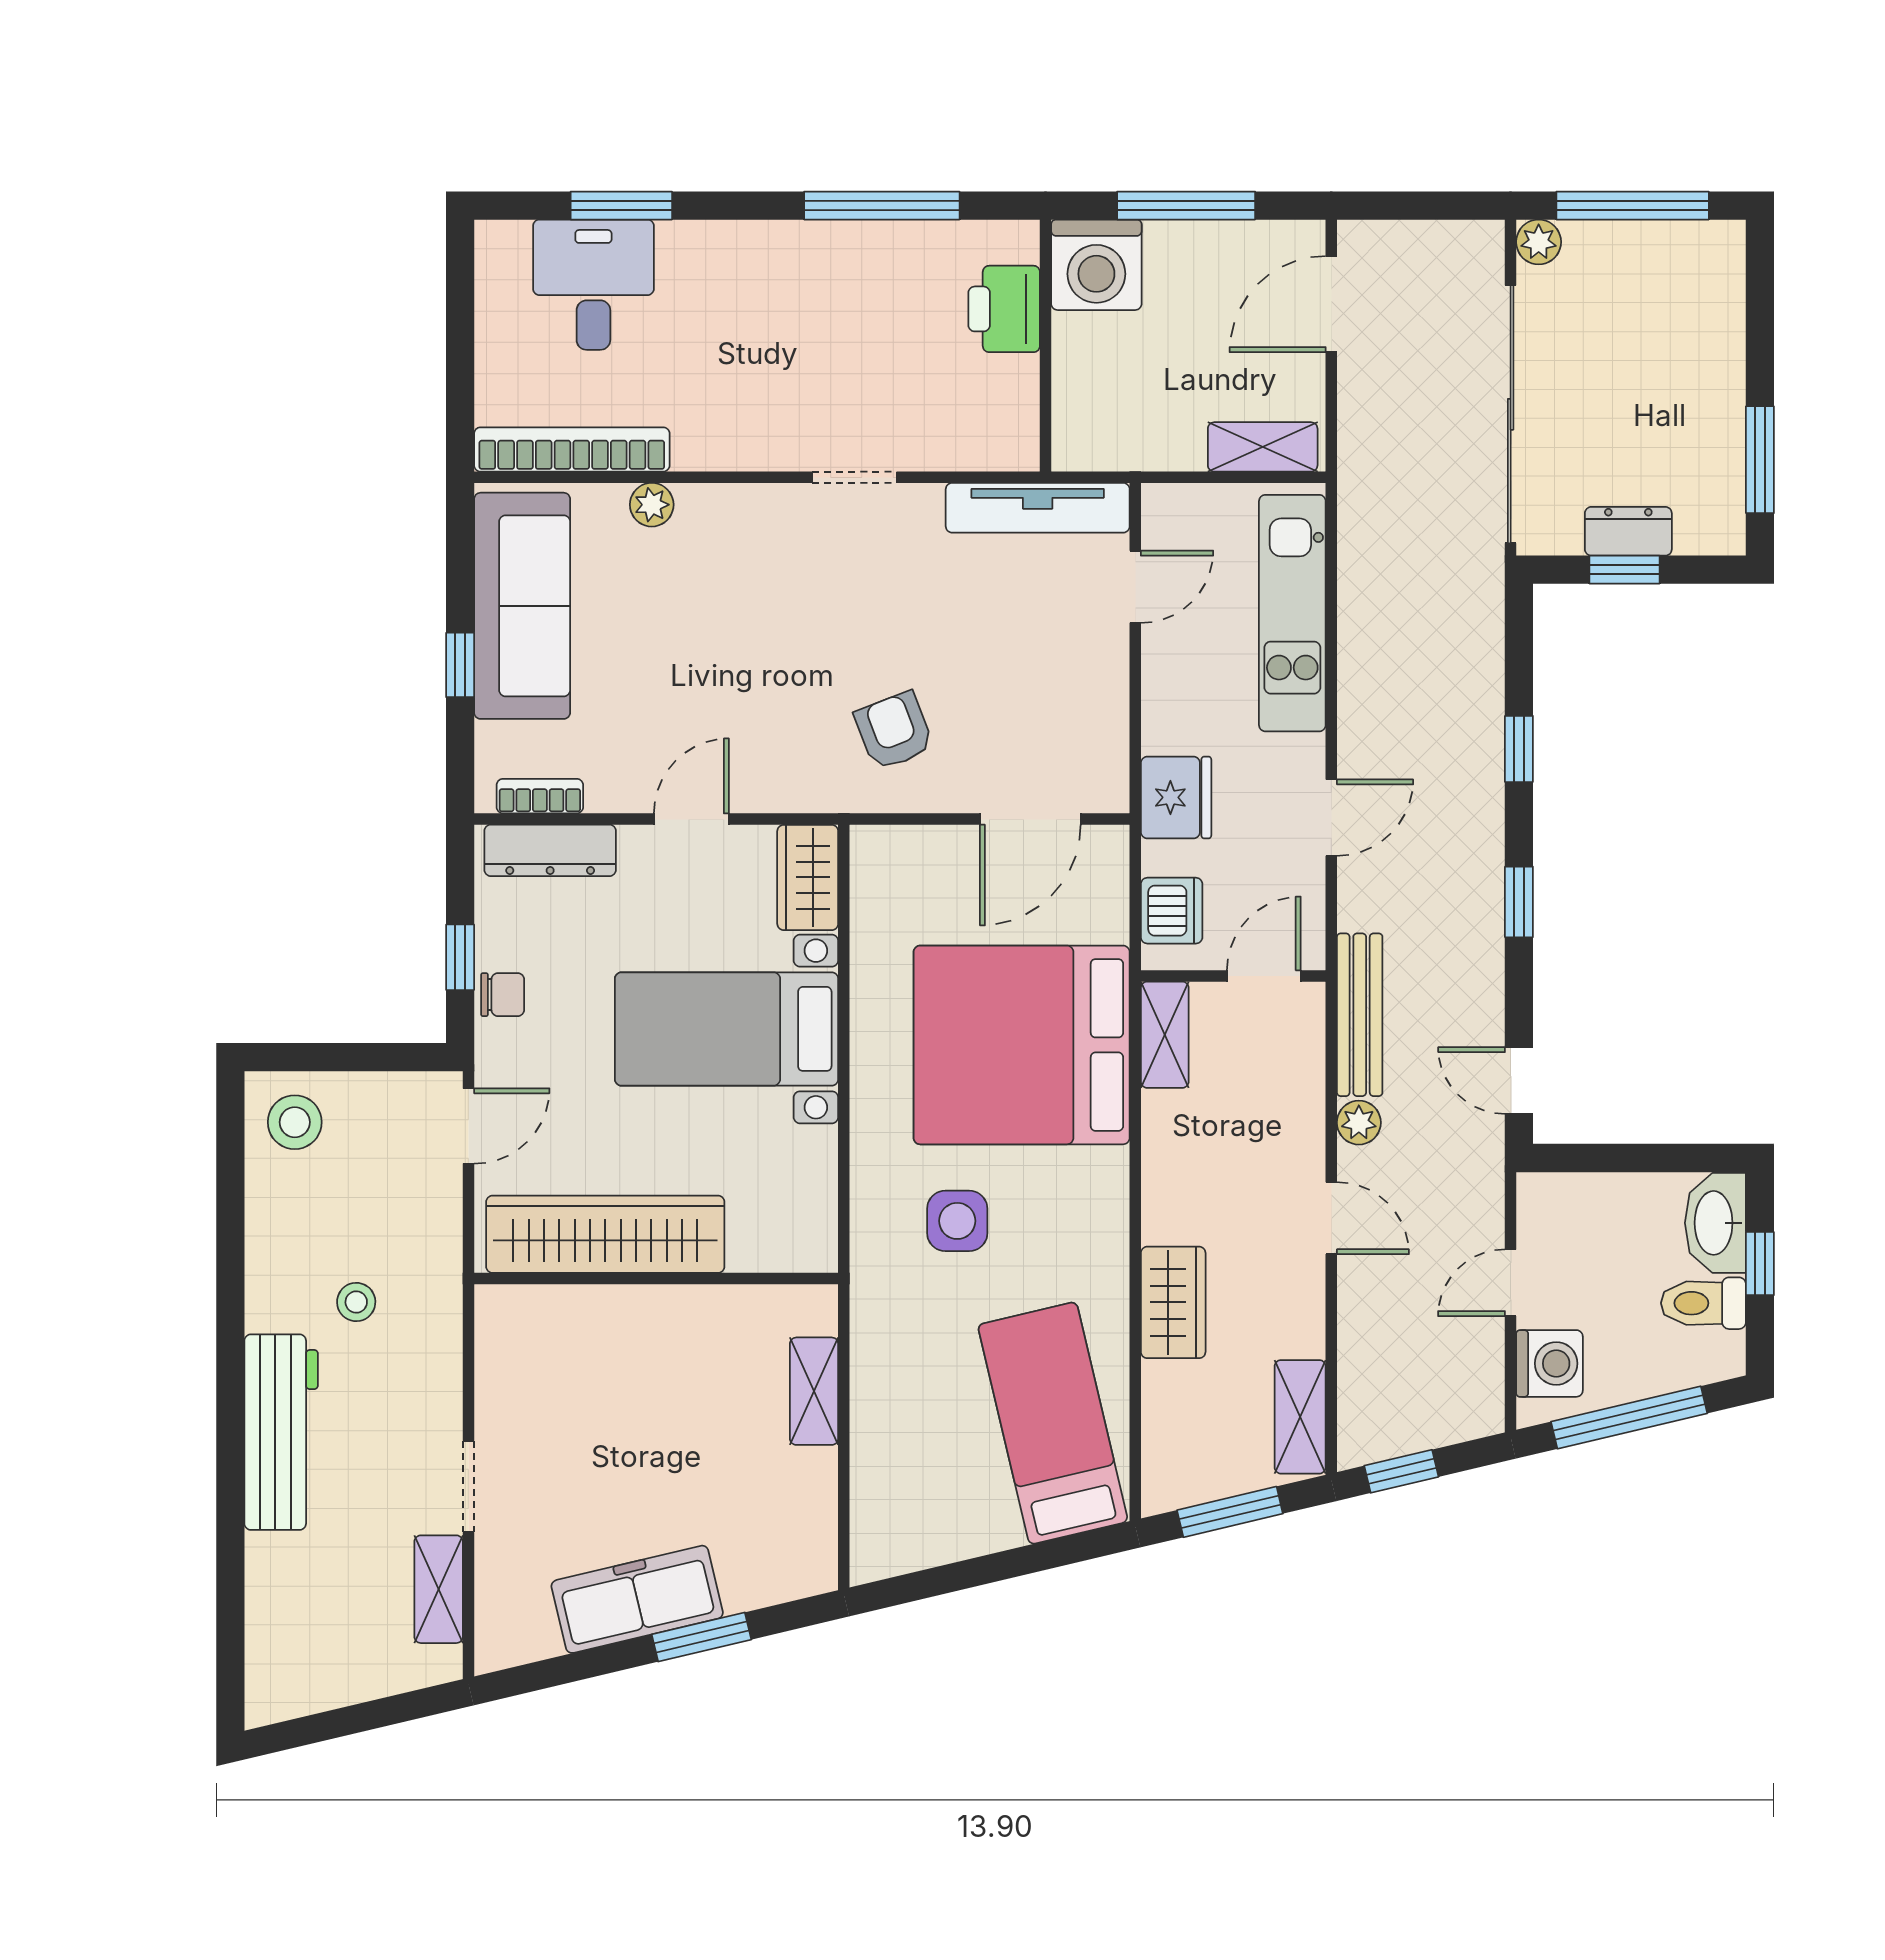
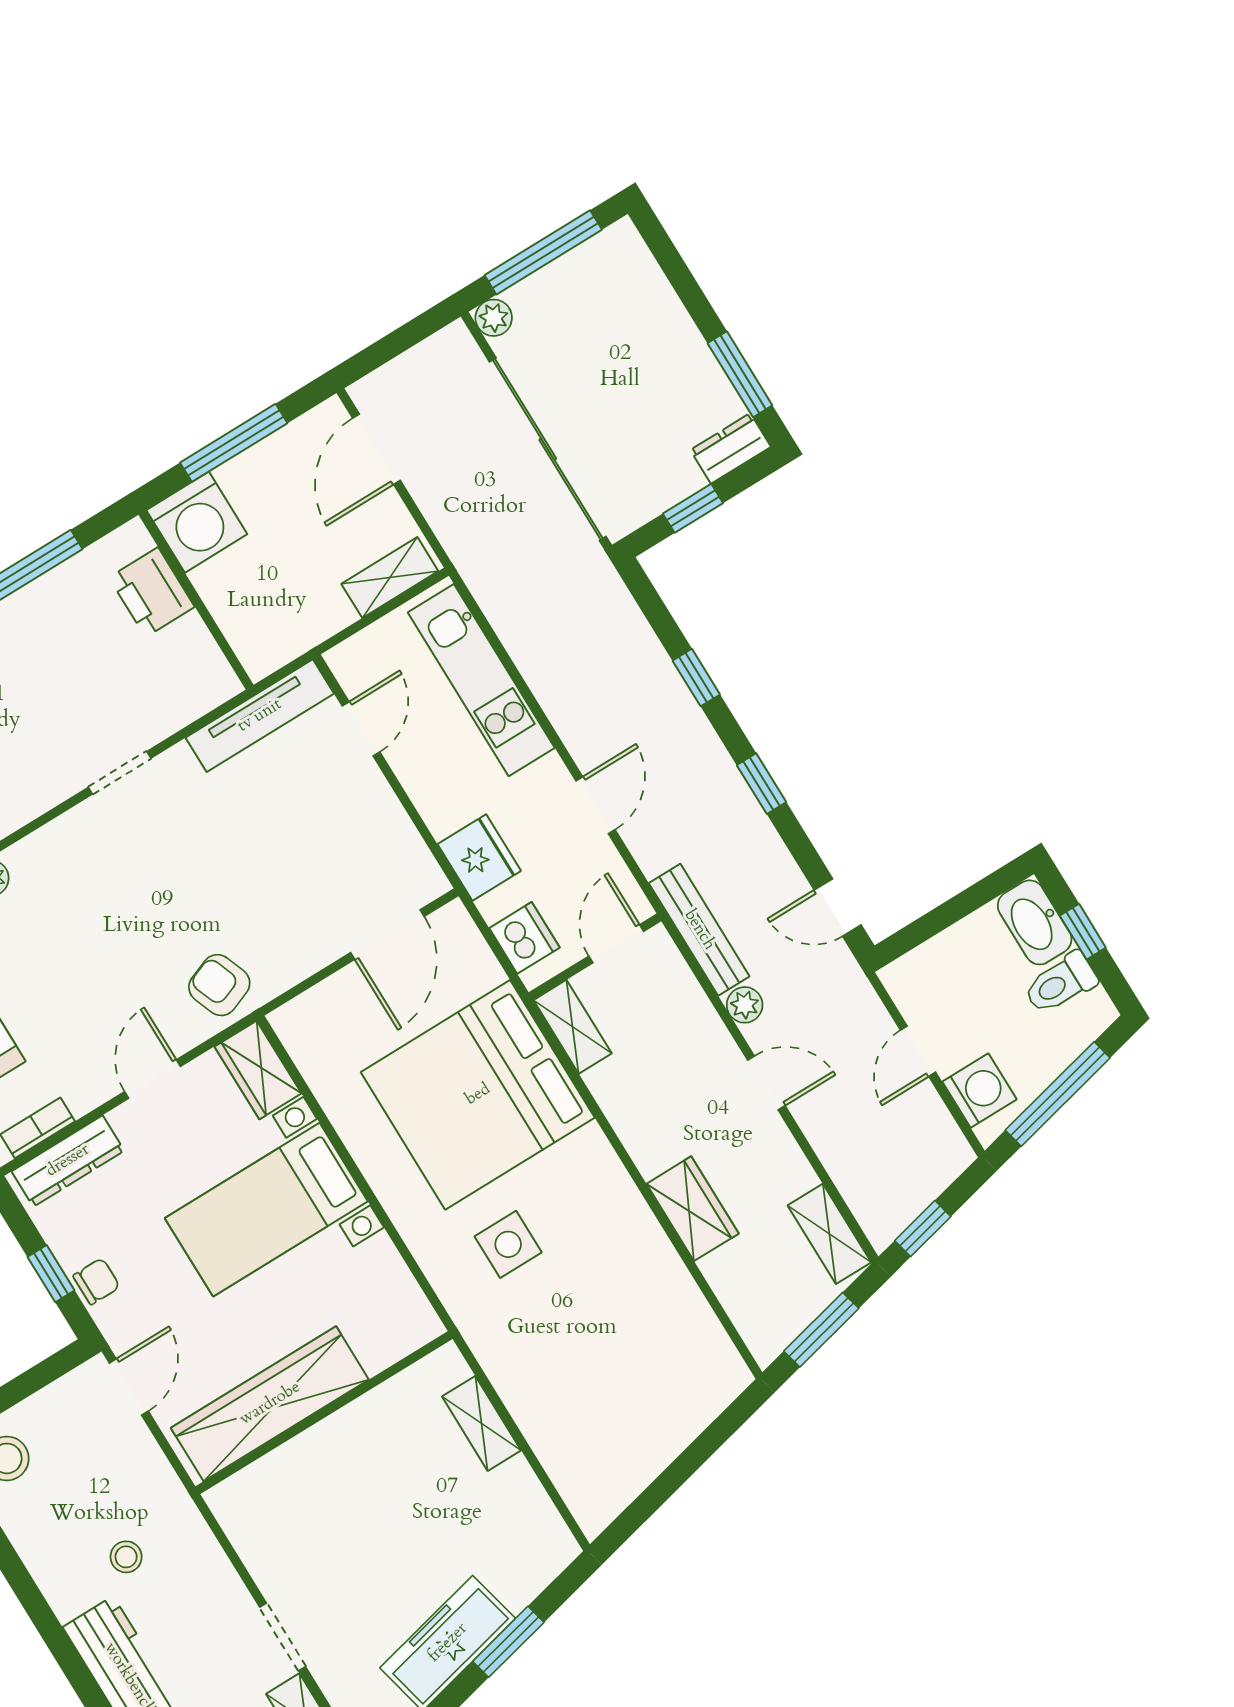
dresser: (1628, 531) -> (731, 448), moved
armchair: (894, 731) -> (219, 985), moved
bed: (1053, 1423) -> (661, 1344), removed

